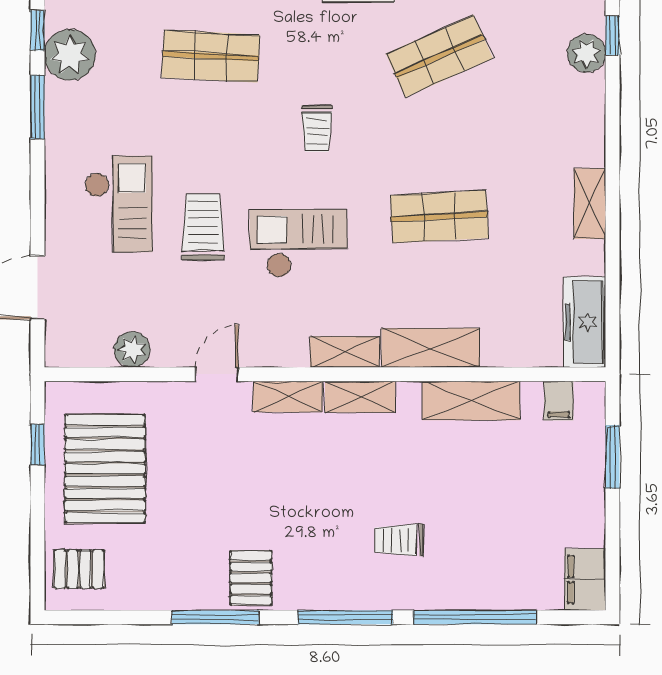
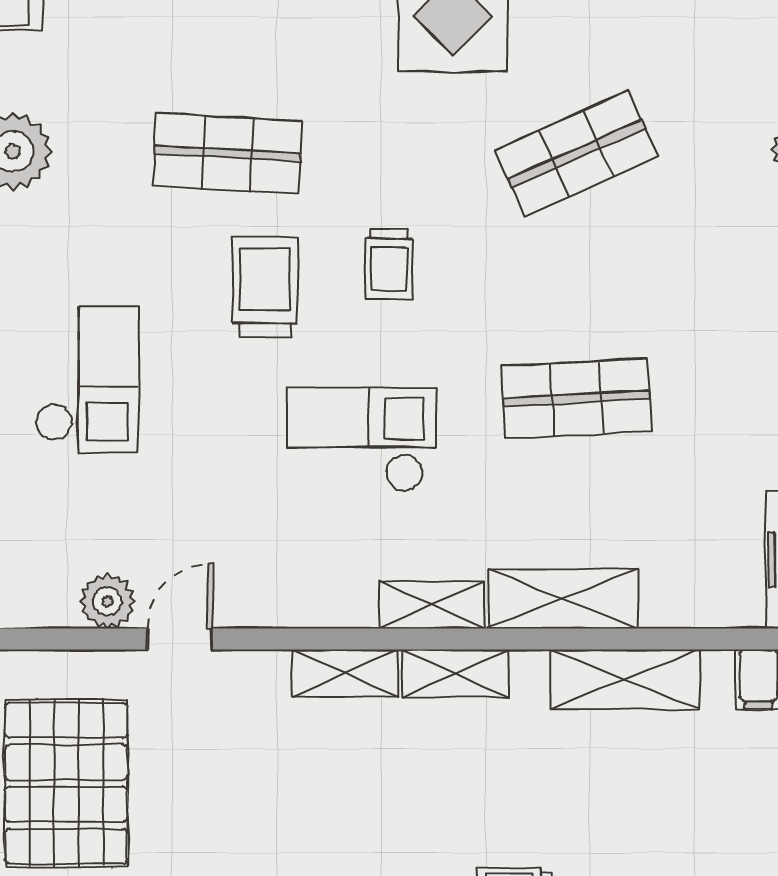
trolley: (203, 227) -> (265, 287), moved
door: (217, 374) -> (180, 639), moved

